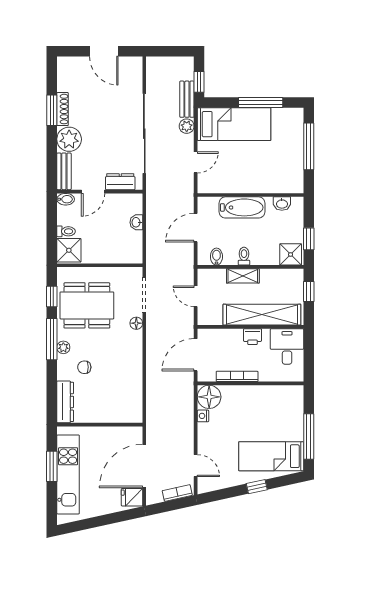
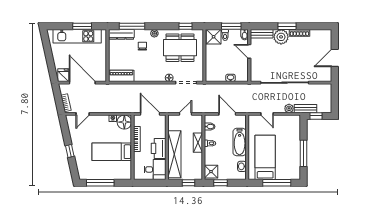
window: (52, 110) -> (287, 26), moved
bed: (234, 124) -> (265, 157), moved, turned 180
dresser: (120, 182) -> (255, 68), removed
window: (52, 221) -> (231, 26), added
dining table: (87, 305) -> (180, 48), turned 90
printer: (253, 337) -> (159, 148), width x1.87, depth x1.48
window: (52, 339) -> (132, 26), moved
piano: (133, 402) -> (121, 76), added
bed: (271, 456) -> (112, 152), moved, turned -90

